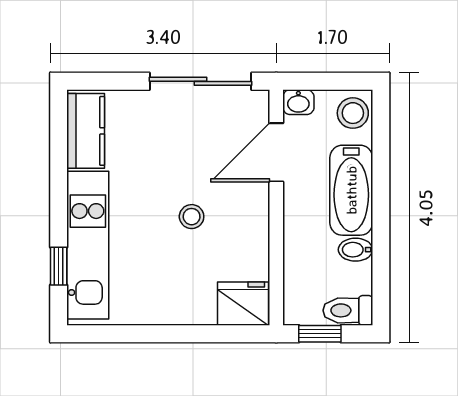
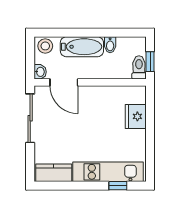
stool: (192, 217) -> (94, 123), removed
fridge: (243, 304) -> (136, 116), moved
toilet: (348, 310) -> (139, 67), moved, turned 180

